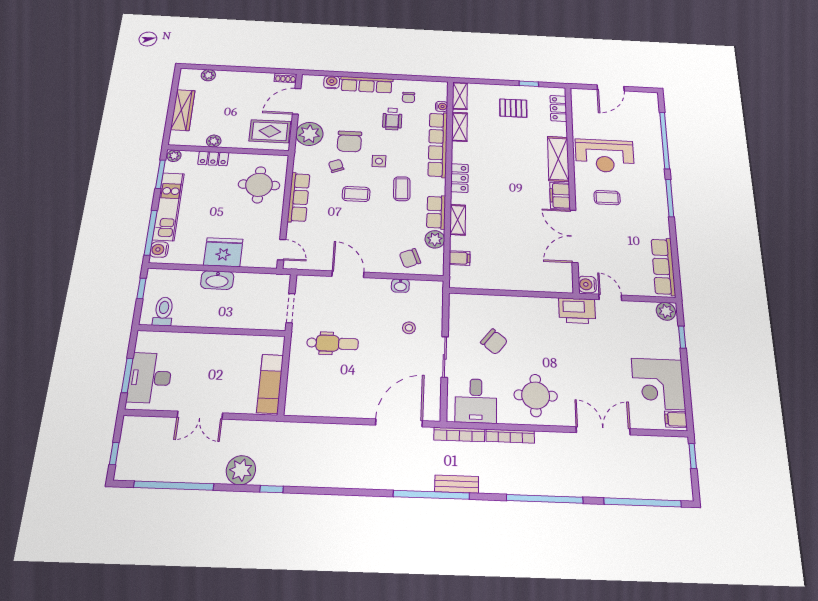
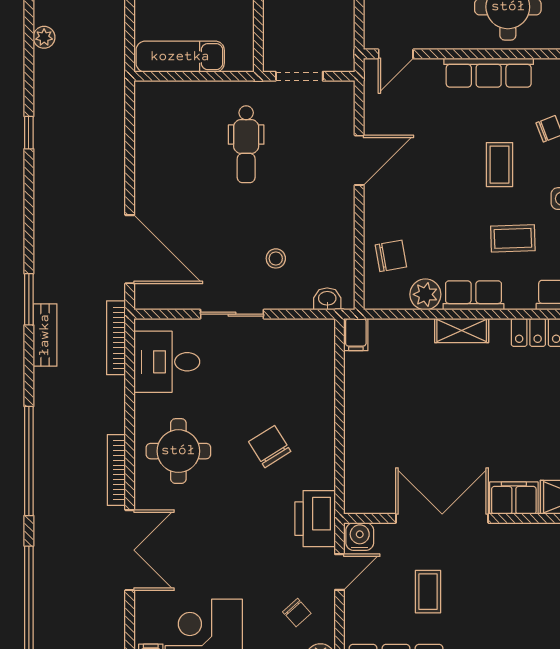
coffee table: (607, 198) -> (428, 592), moved
chair: (410, 258) -> (391, 256), turned 102
filing cabinet: (460, 258) -> (356, 334), moved
washbasin: (400, 286) -> (327, 299), moved, turned 90
chair: (638, 324) -> (297, 613), added
chair: (494, 342) -> (270, 447), moved, turned 109
bookcase: (510, 436) -> (116, 470), moved
plant: (241, 470) -> (44, 37), width x0.53, depth x0.53
window: (272, 489) -> (29, 133), moved
window: (431, 495) -> (29, 299), width x0.47

